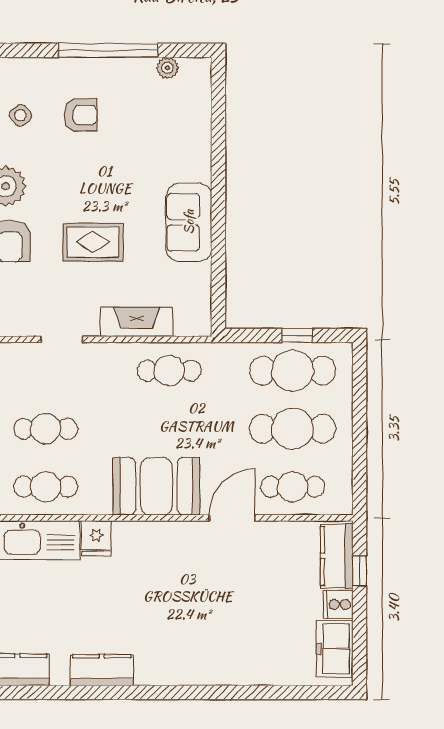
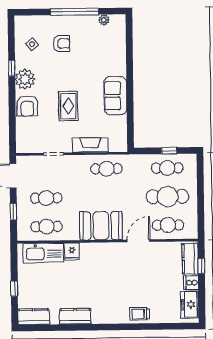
rug: (93, 242) -> (68, 106), turned 90
cafe table: (293, 371) -> (167, 168), width x0.73, depth x0.74
trolley: (233, 666) -> (140, 314), added

